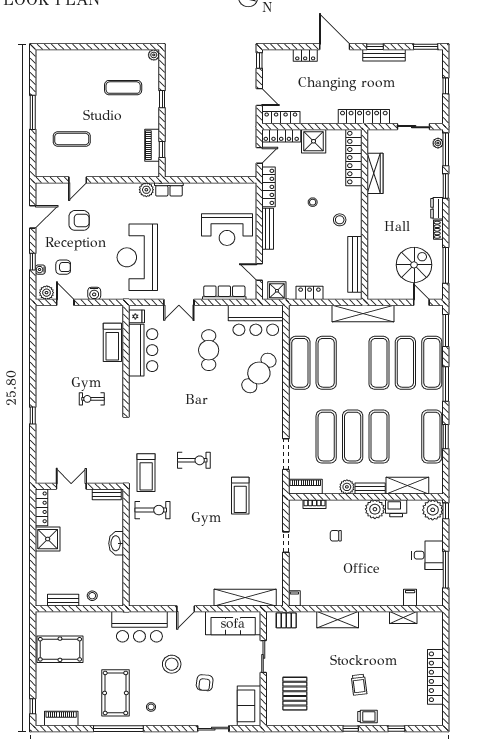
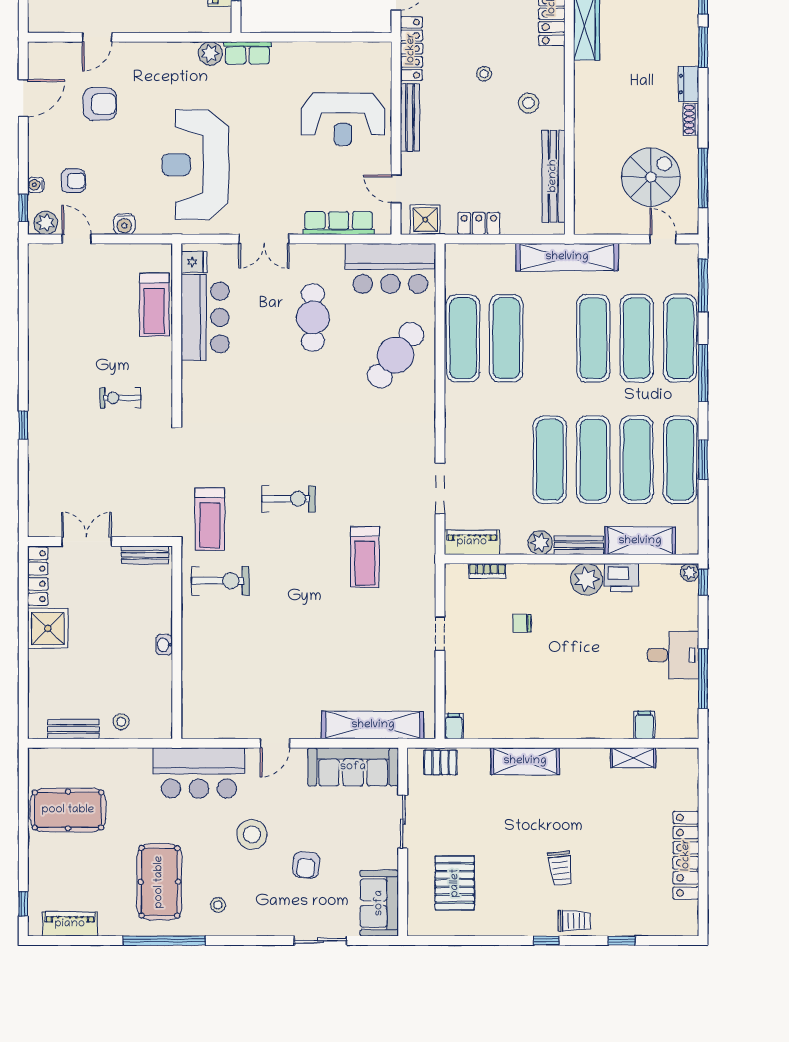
window: (33, 262) -> (23, 208), moved
exercise mat: (326, 437) -> (637, 460), moved
plant: (433, 510) -> (690, 573), width x0.53, depth x0.53
washbasin: (116, 543) -> (164, 645), width x0.52, depth x0.69

